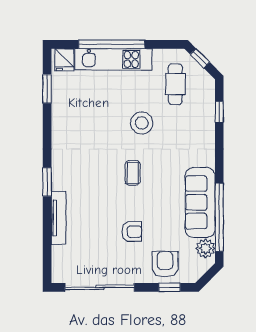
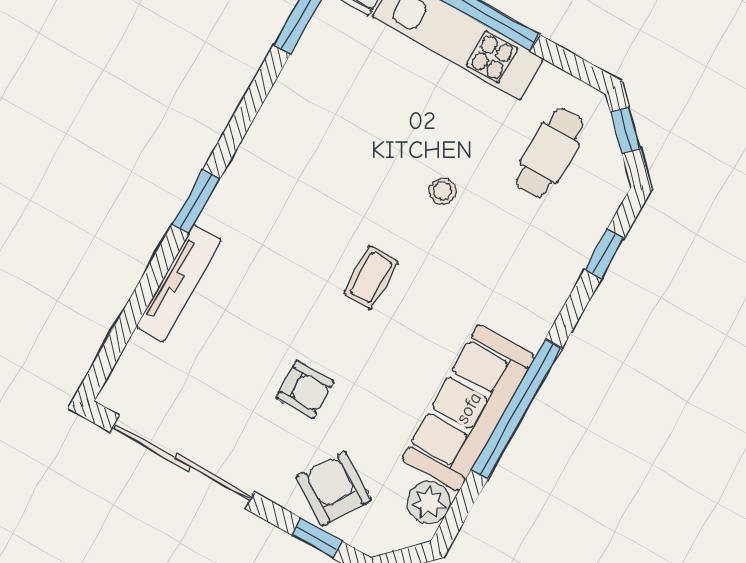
stool: (142, 123) -> (443, 191), width x0.53, depth x0.53
window: (219, 217) -> (516, 410), moved
armchair: (165, 264) -> (334, 488), turned -57

